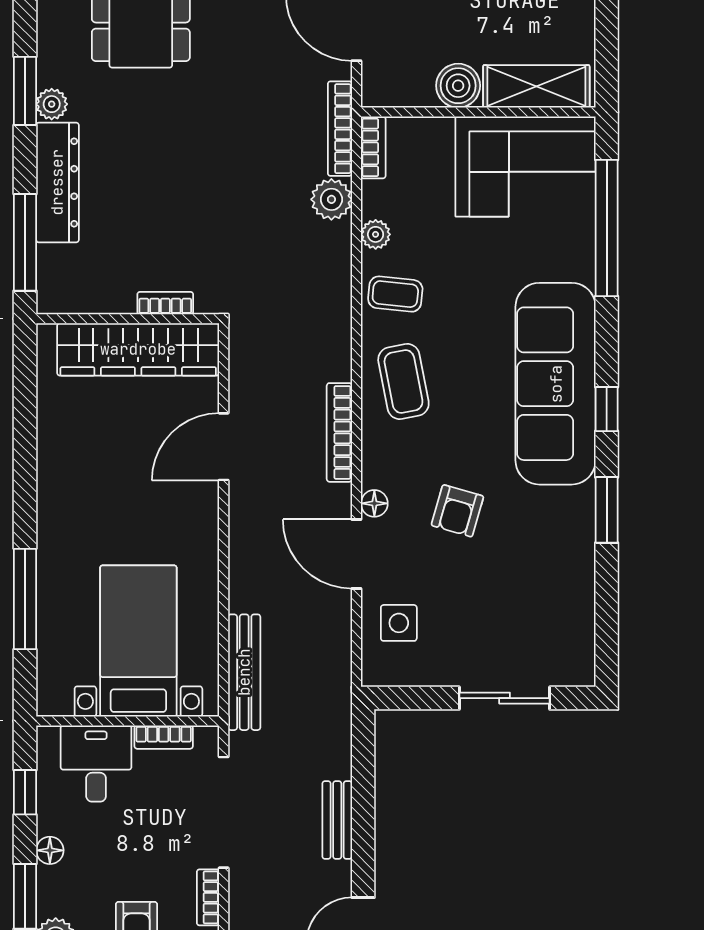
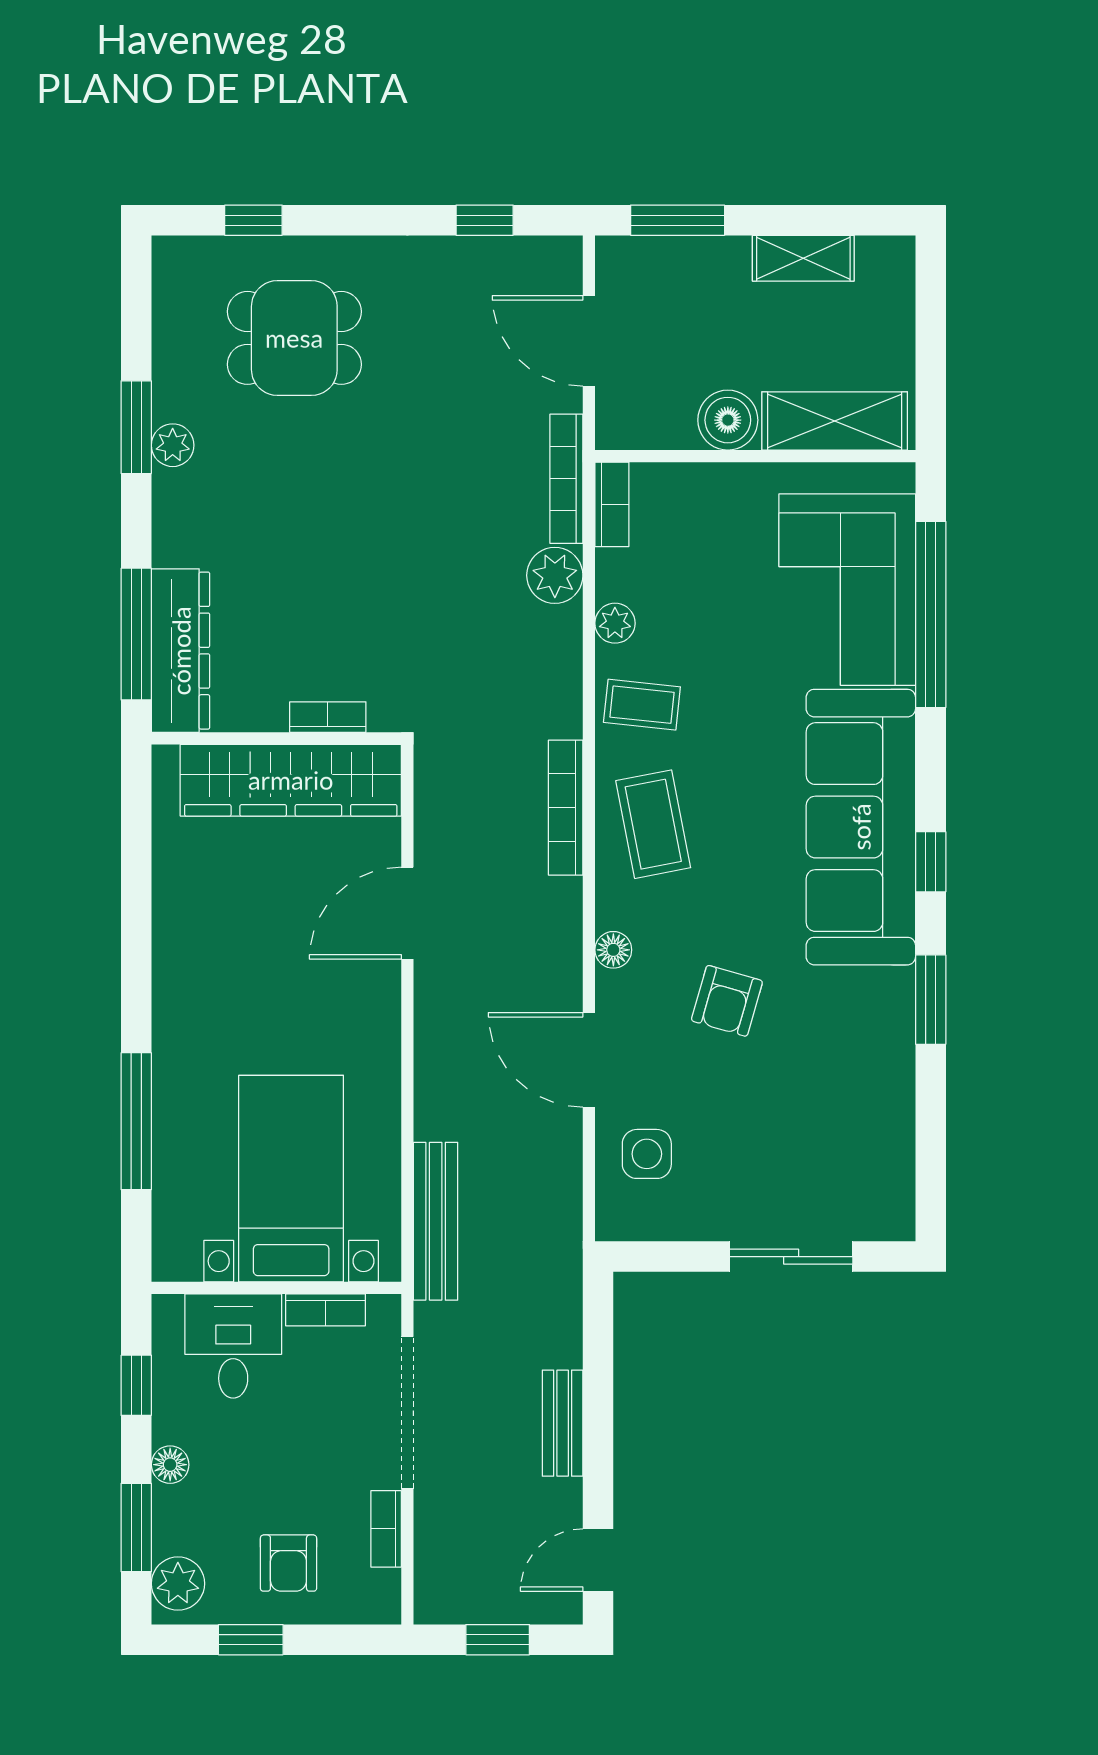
corner sofa: (525, 167) -> (847, 590), moved, turned 90
dresser: (57, 182) -> (181, 651), moved
bookcase: (339, 432) -> (566, 808), moved
floor lamp: (374, 503) -> (613, 950), moved

